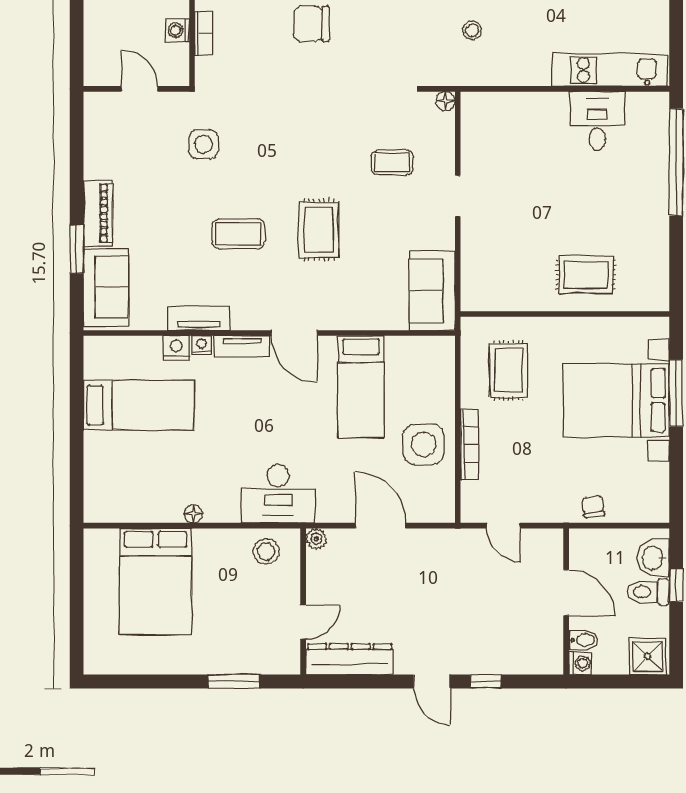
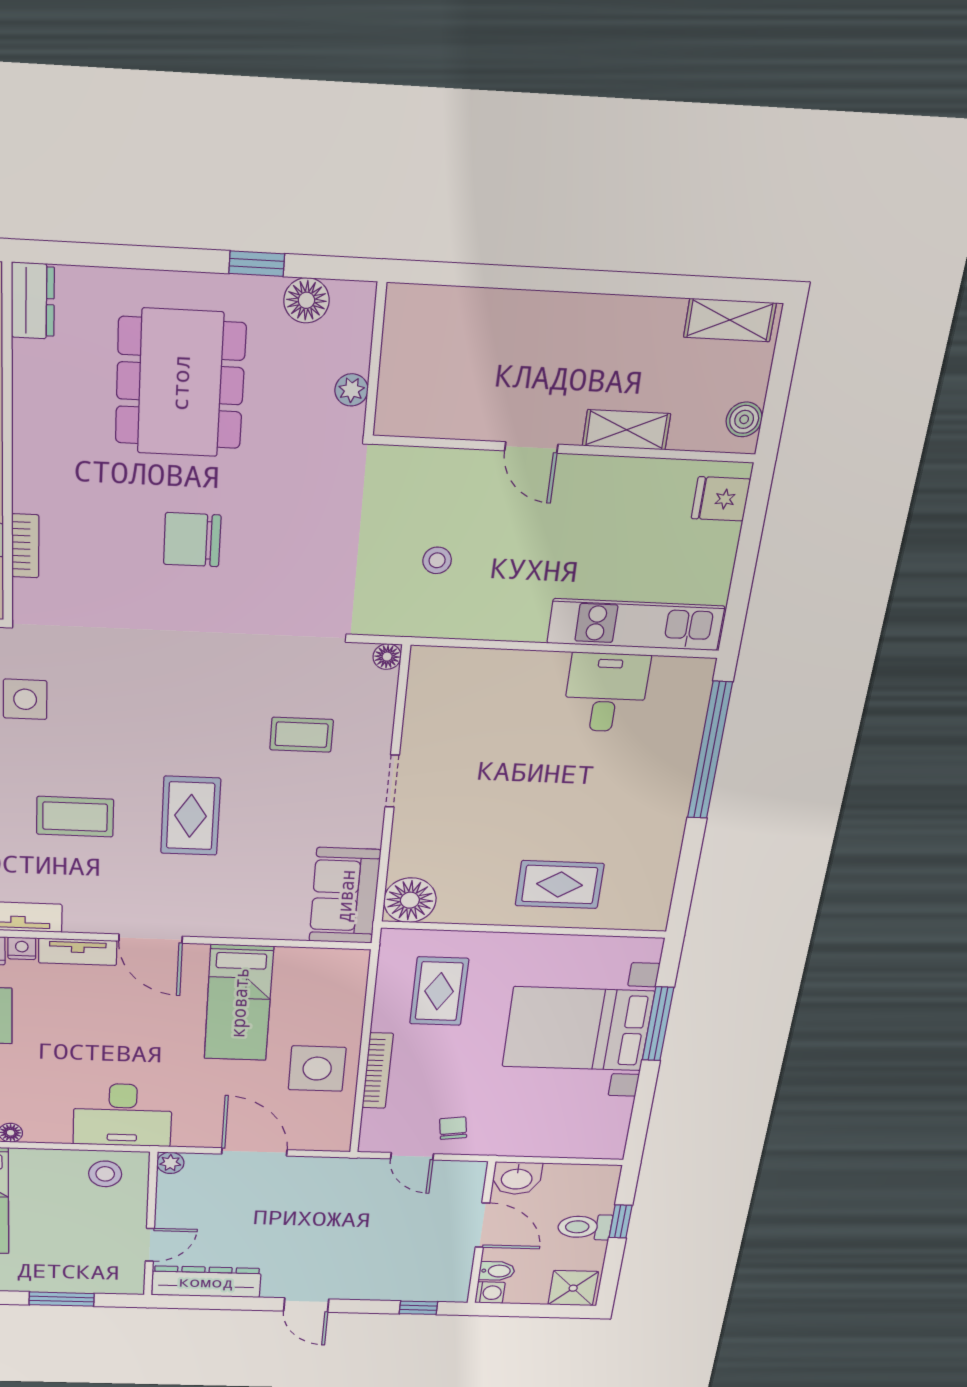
floor lamp: (479, 292) -> (410, 900), added
chair: (593, 507) -> (453, 1128), moved
washbasin: (653, 558) -> (517, 1178), moved, turned -90
window: (486, 681) -> (418, 1308), moved

